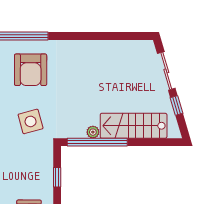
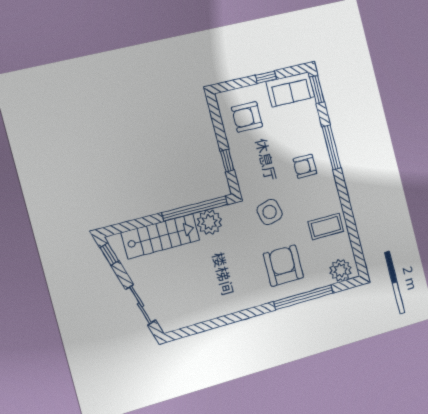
window: (177, 106) -> (109, 254), moved
plant: (93, 132) -> (209, 222), width x1.88, depth x1.88

